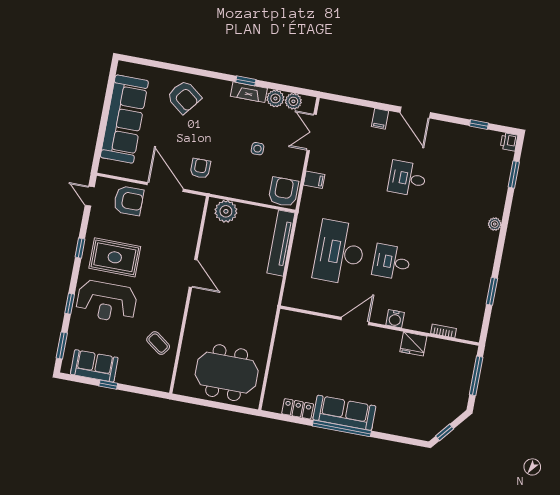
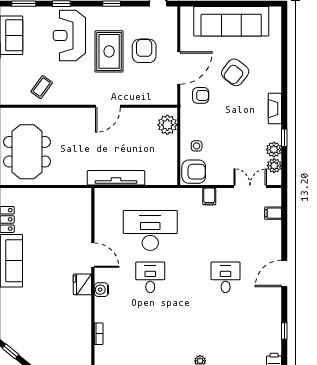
window: (246, 81) -> (284, 138), moved
fireplace: (249, 92) -> (275, 109), moved
armchair: (184, 97) -> (235, 72), moved
filing cabinet: (380, 119) -> (273, 213), moved
side table: (257, 149) -> (197, 146), moved
armchair: (129, 201) -> (144, 51), moved, turned 180
tv unit: (281, 243) -> (116, 178), moved
rug: (115, 257) -> (109, 51), moved
fridge: (413, 344) -> (82, 284), moved

